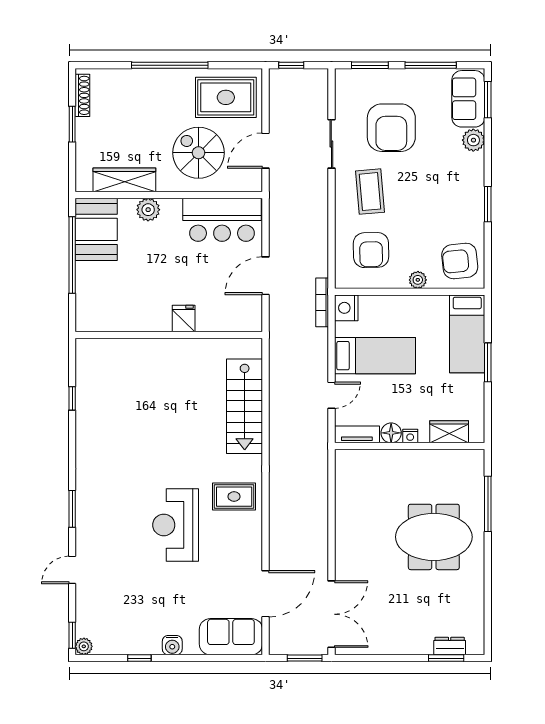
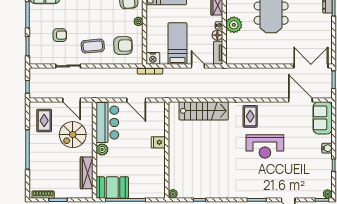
rug: (226, 97) -> (44, 121), width x0.73, depth x0.70
armchair: (391, 128) -> (60, 35), width x0.53, depth x0.53
plant: (148, 210) -> (102, 149), moved
plant: (84, 347) -> (173, 194), added
plant: (411, 465) -> (234, 25), added

